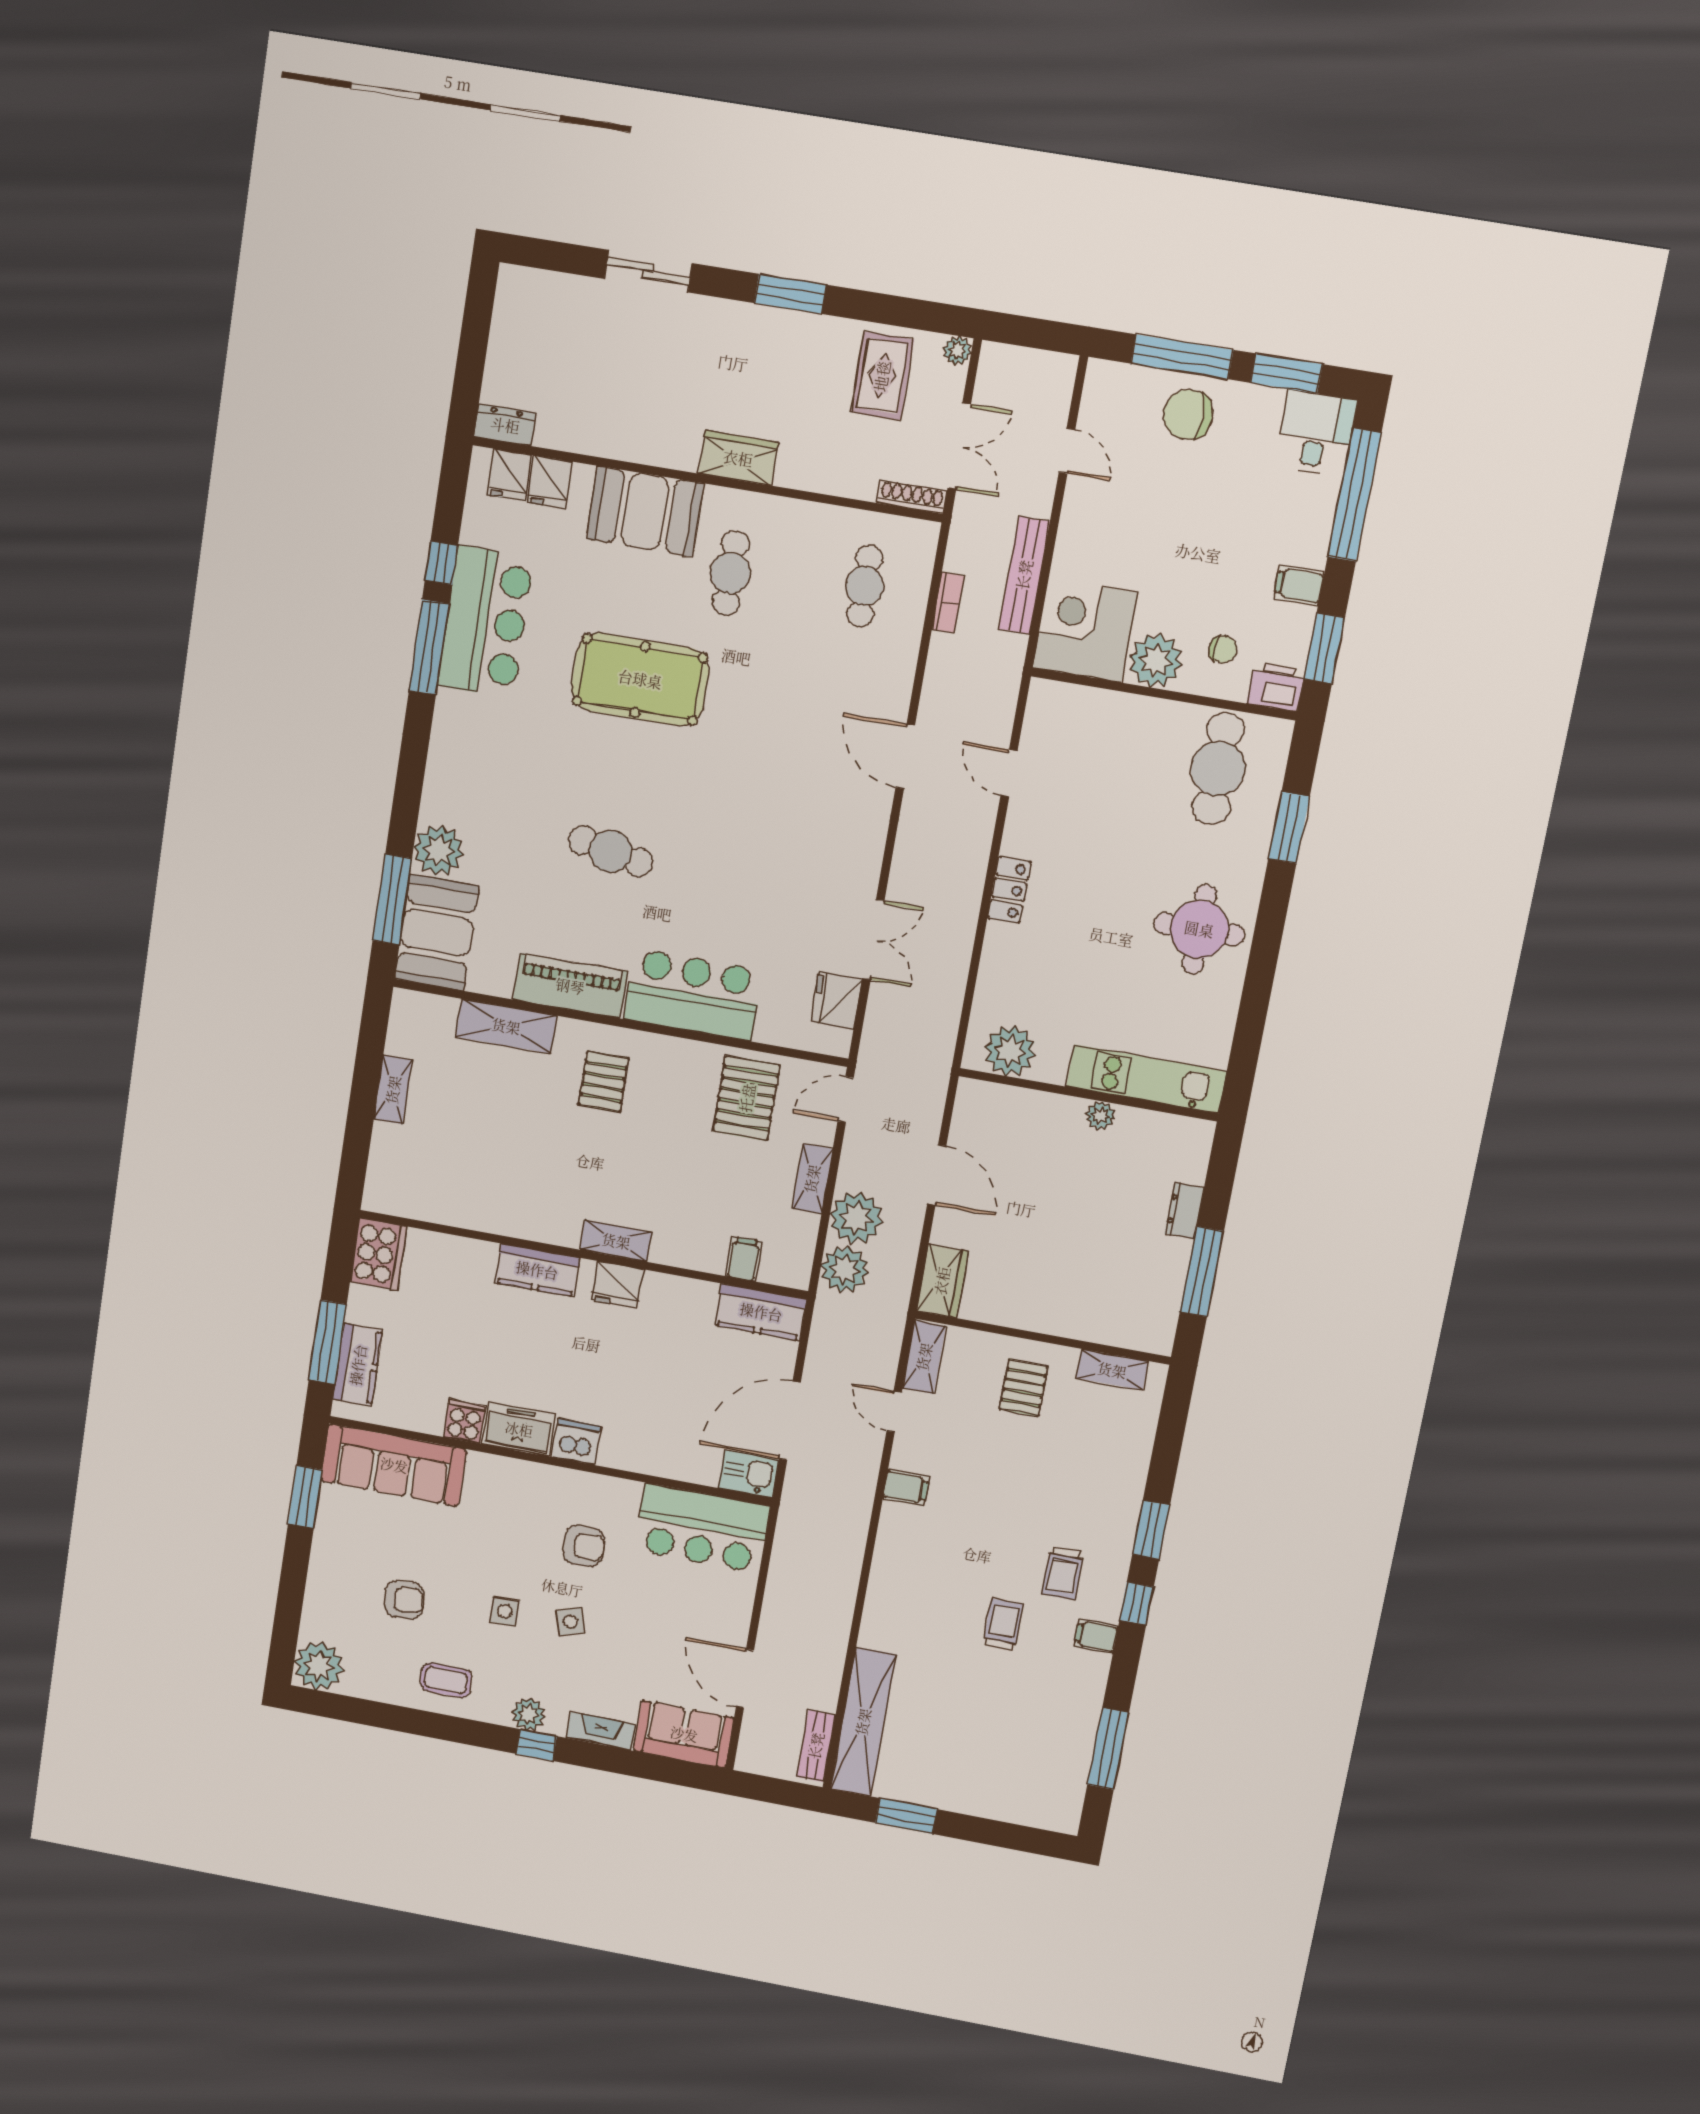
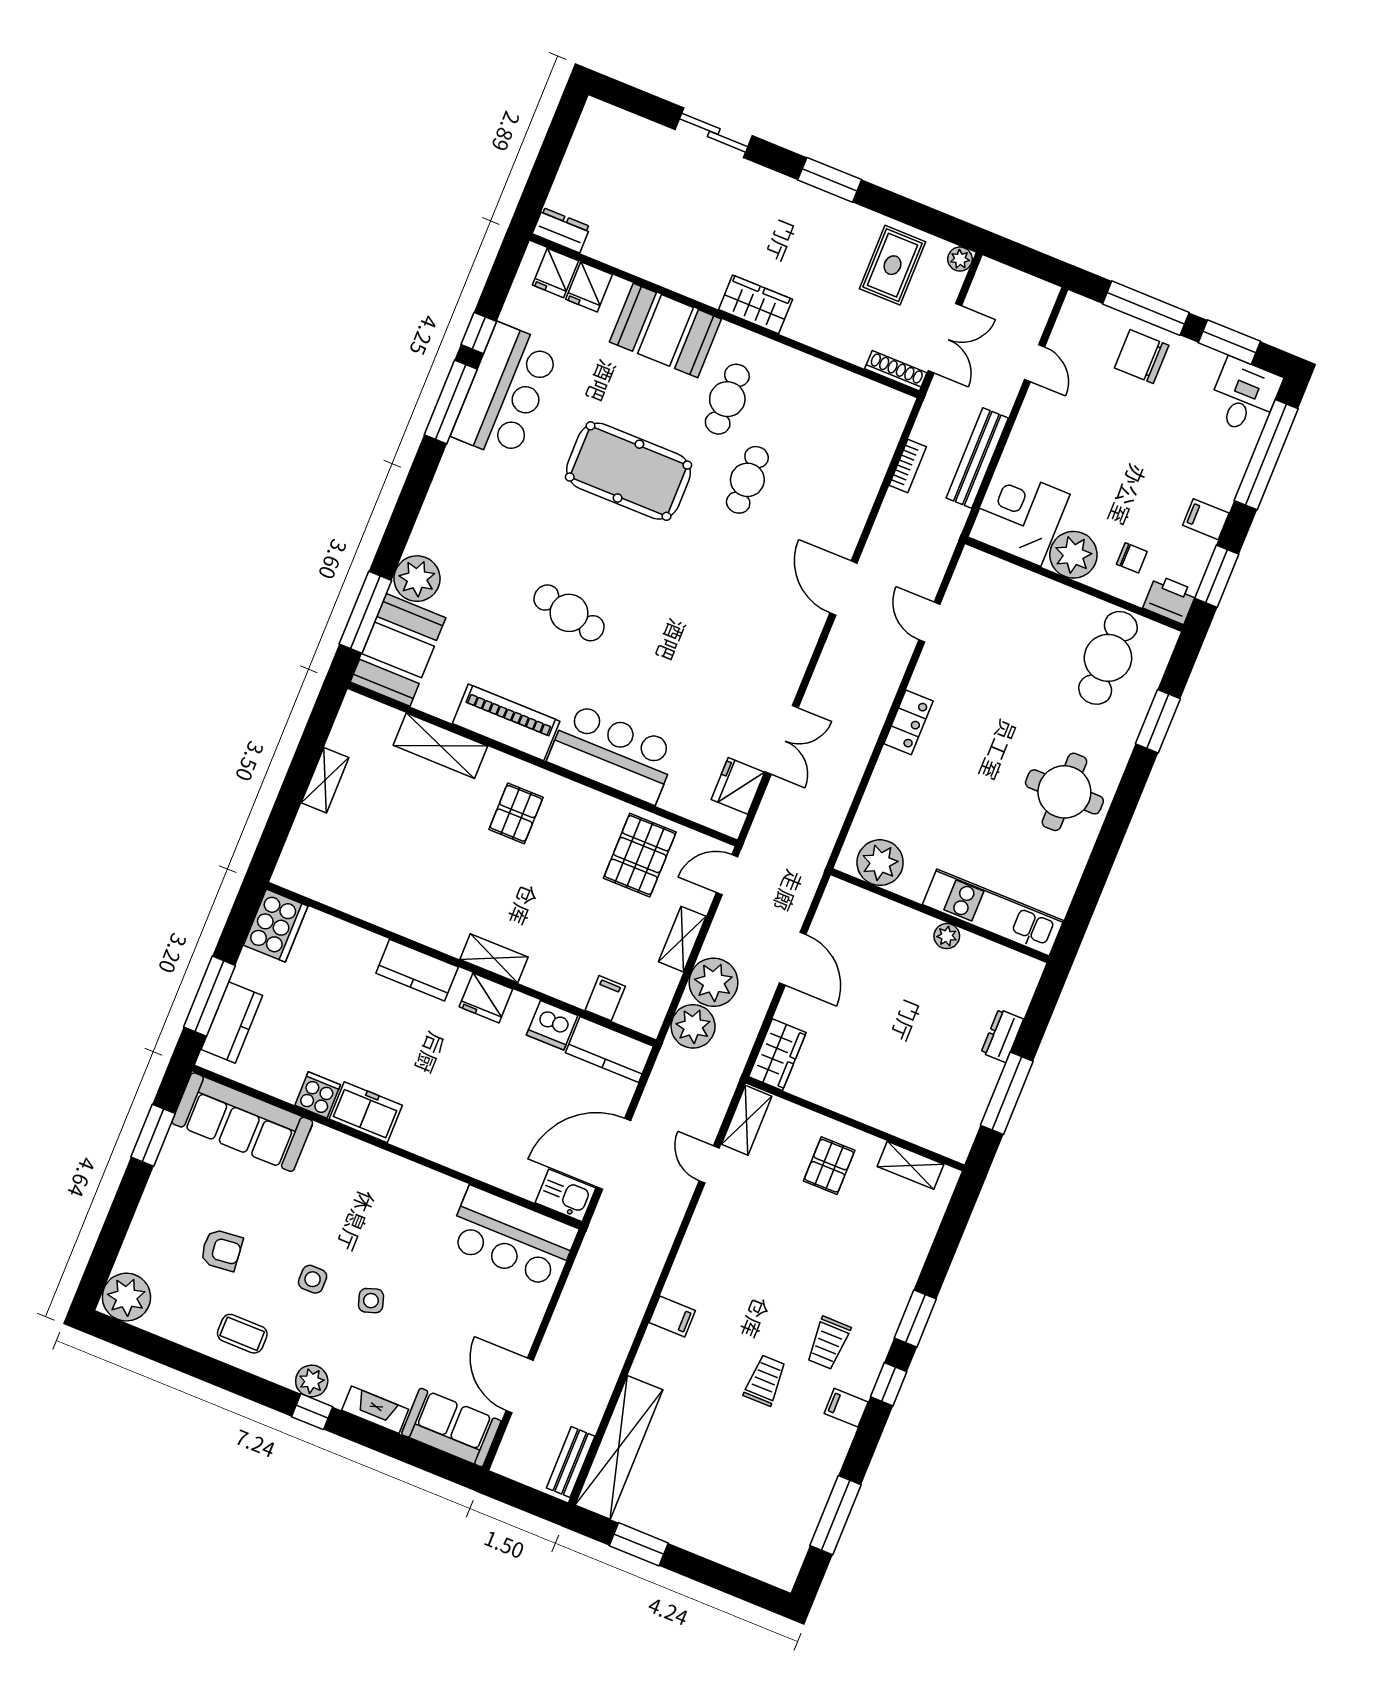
cafe table: (865, 586) -> (747, 480), moved
dishwasher: (576, 1442) -> (552, 1025), moved, turned 180
filing cabinet: (906, 1488) -> (672, 1317), moved
armchair: (584, 1546) -> (400, 1233), removed

